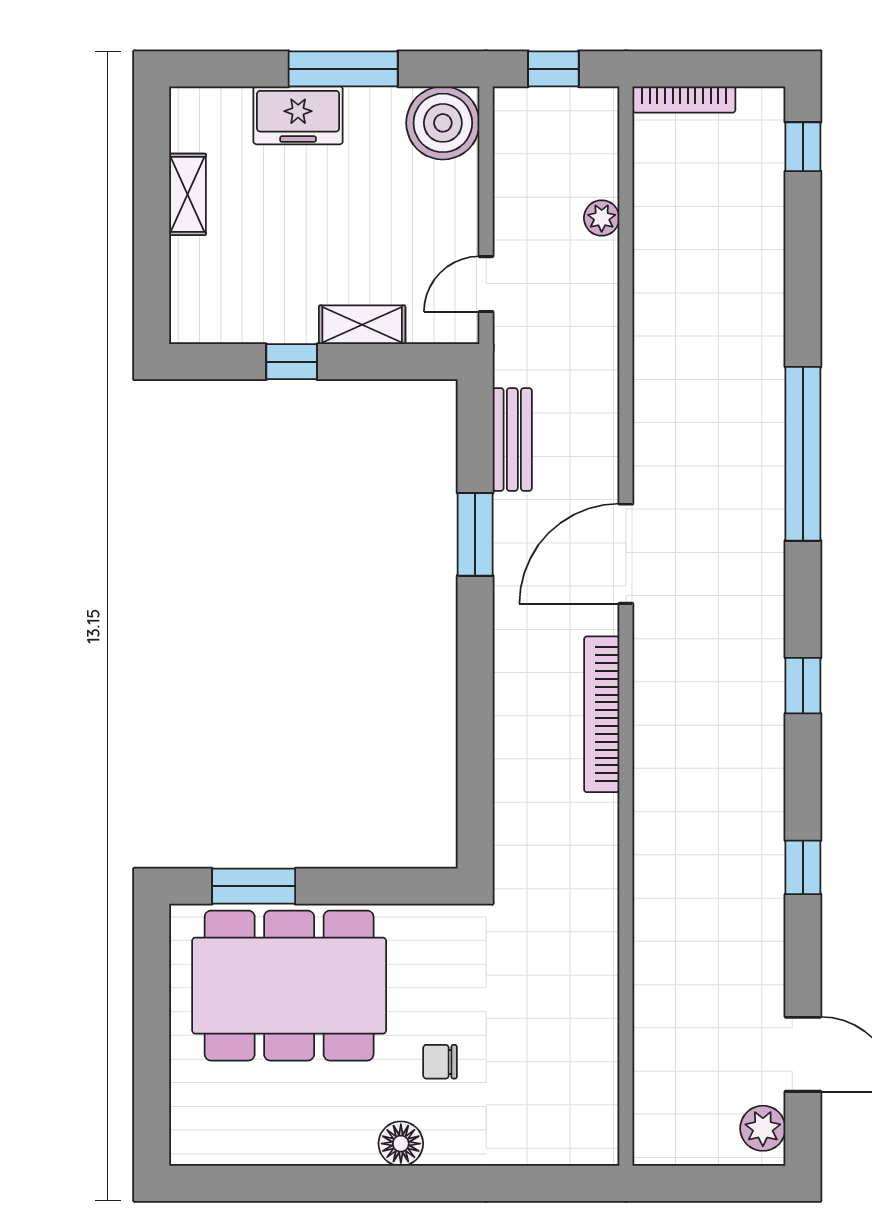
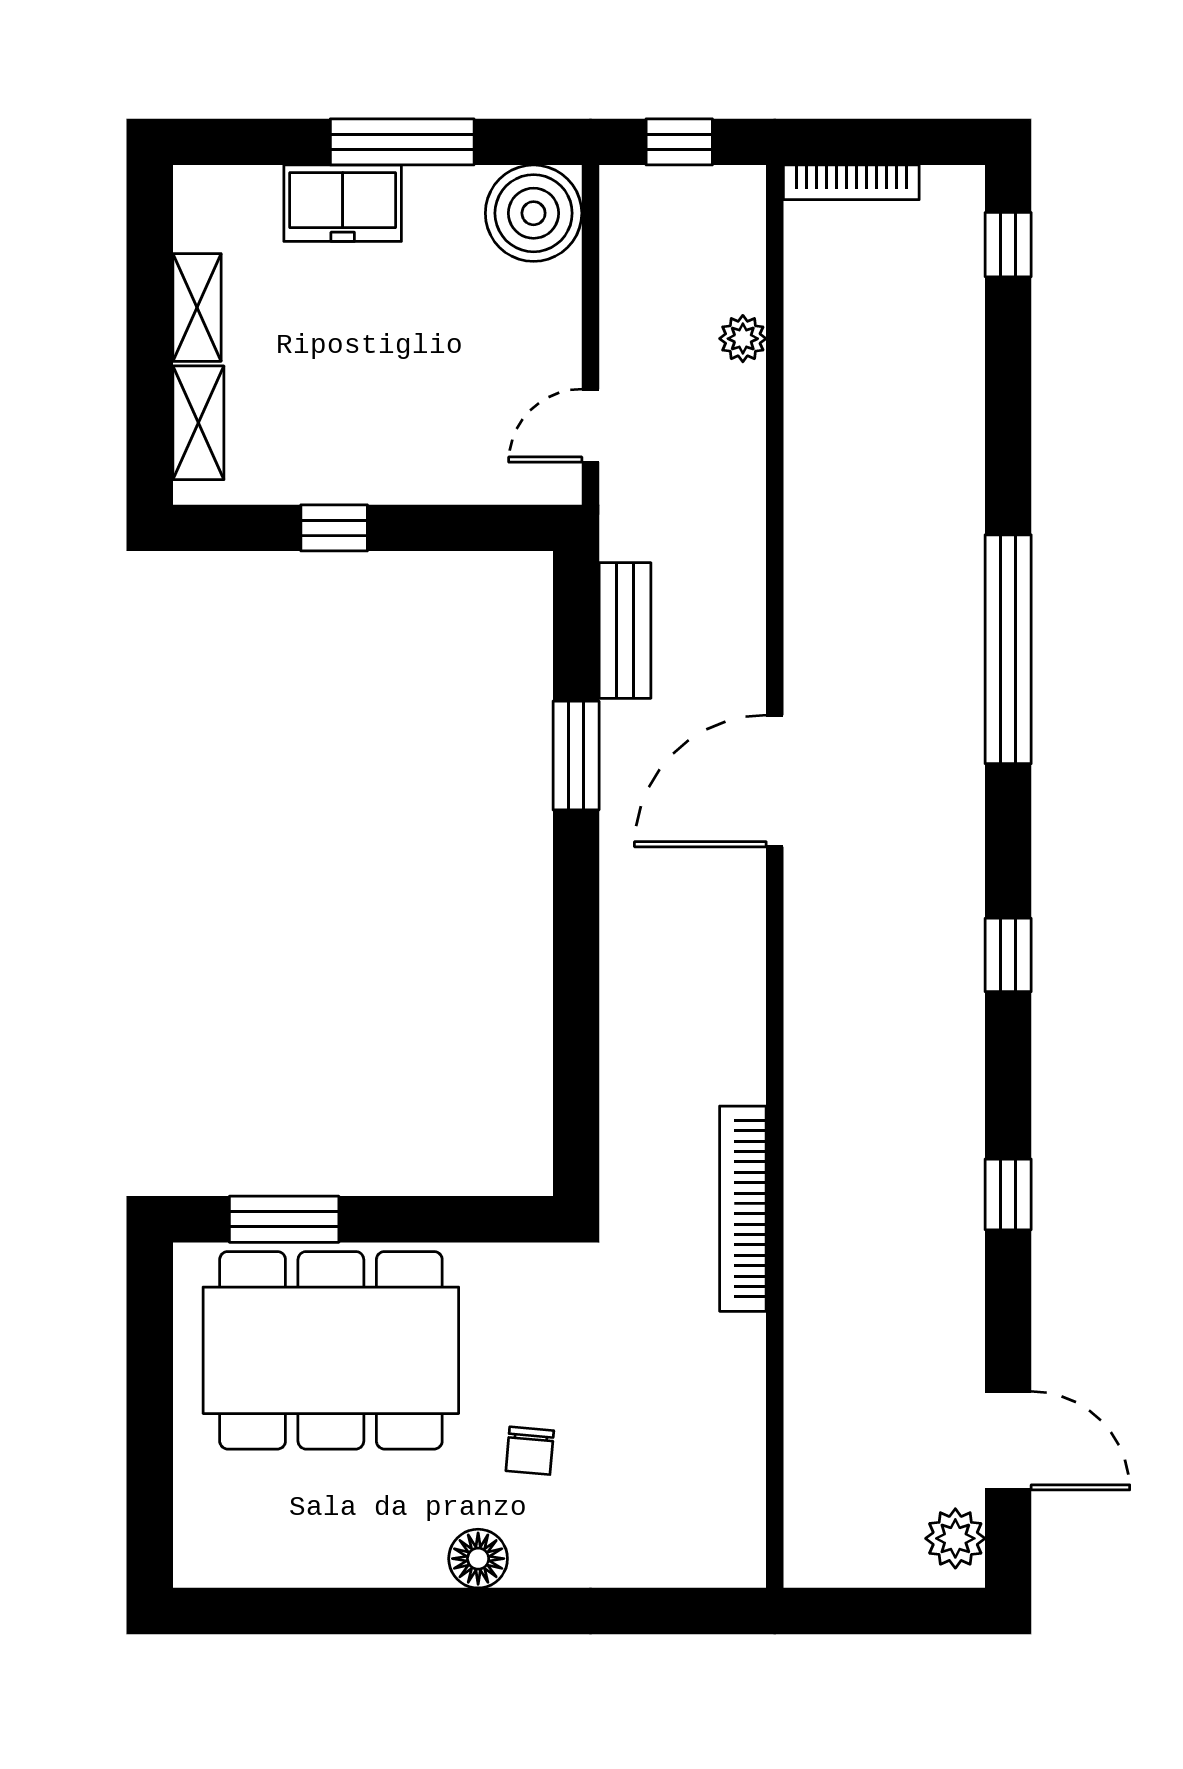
shelving: (362, 325) -> (198, 423), moved, turned 90
bookcase: (602, 714) -> (743, 1209), moved
chair: (440, 1062) -> (530, 1451), turned -85

